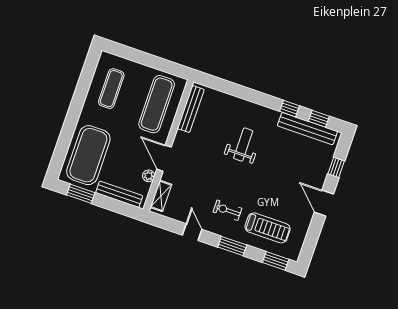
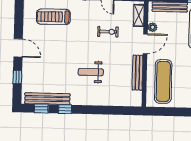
bench: (191, 109) -> (137, 73), moved
weight bench: (243, 145) -> (91, 72), turned 90
door: (164, 158) -> (145, 44), hinge flipped
exercise bike: (227, 210) -> (108, 32), moved

